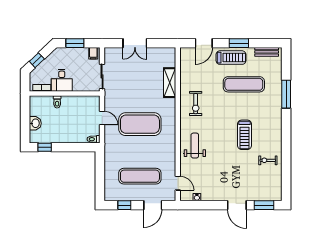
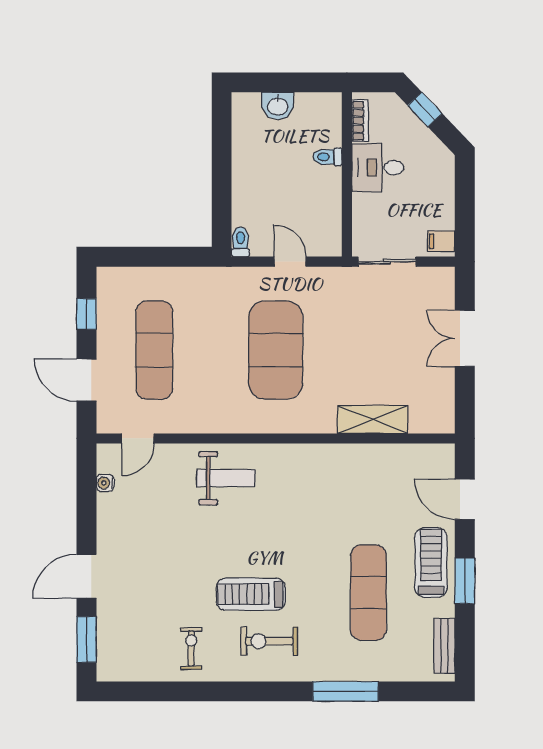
window: (75, 43) -> (465, 198), removed
treadmill: (231, 58) -> (431, 563), turned 180
exercise bike: (196, 104) -> (269, 641), moved
door: (102, 118) -> (290, 262), swing flipped
window: (45, 147) -> (222, 128), removed

